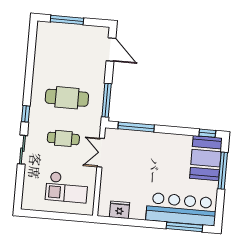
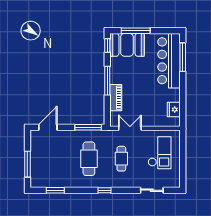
window: (31, 52) -> (55, 190), added
window: (136, 127) -> (107, 81), moved
piano: (141, 138) -> (116, 98), added
sliding door: (22, 150) -> (152, 190), moved
double door: (101, 153) -> (130, 128), swing flipped

